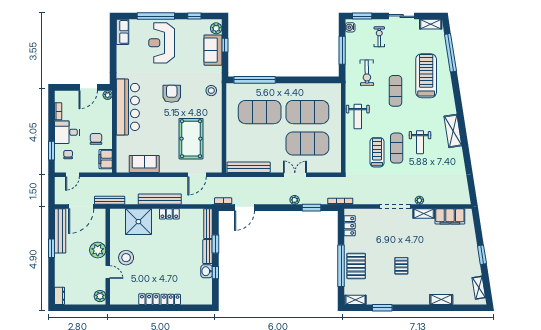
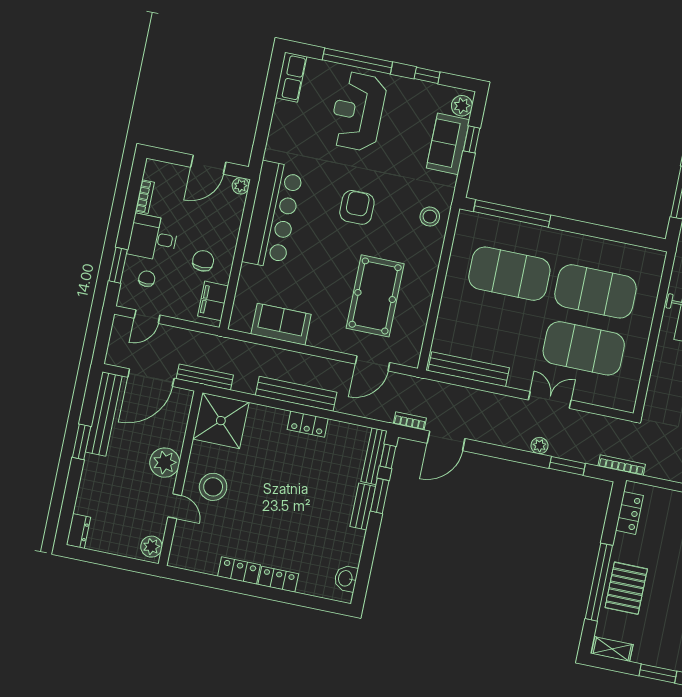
shower: (138, 222) -> (221, 421), moved
washbasin: (207, 271) -> (346, 578), moved
window: (215, 273) -> (388, 456), moved

